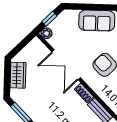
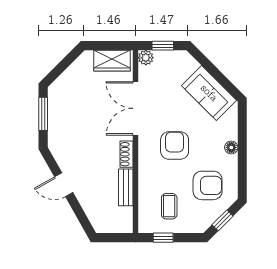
wardrobe: (18, 75) -> (112, 61), moved, turned 45

